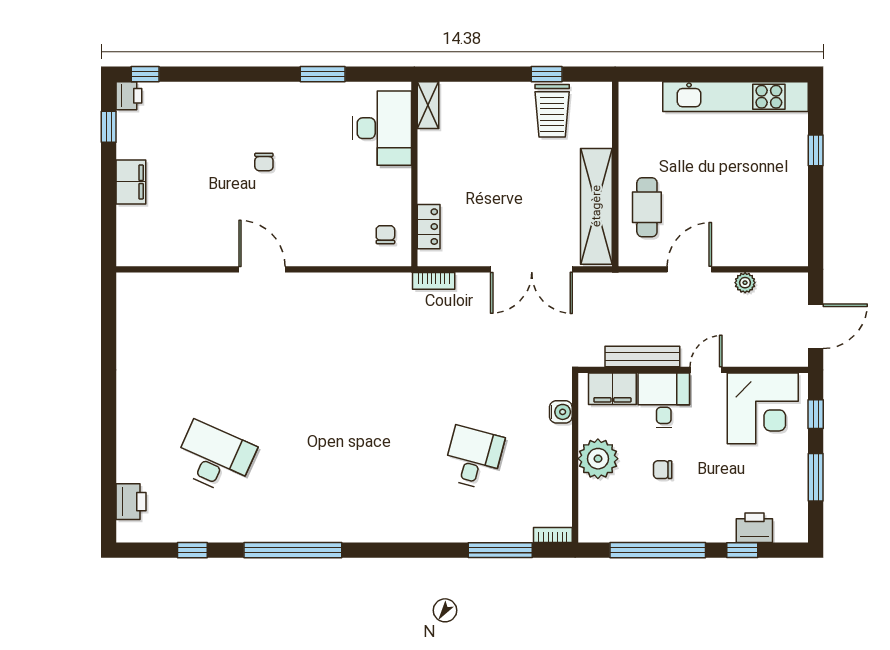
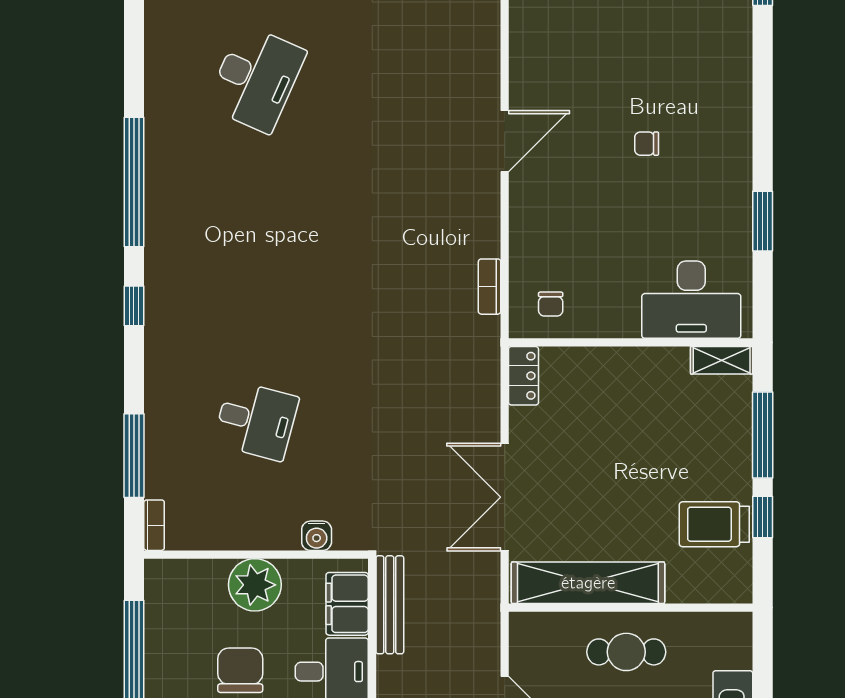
window: (485, 74) -> (763, 435), added
cafe table: (647, 207) -> (626, 652), moved
locker: (429, 227) -> (523, 376), moved, turned -90
chair: (385, 235) -> (551, 304), turned 90
bookcase: (434, 281) -> (490, 287), moved
bench: (642, 356) -> (390, 605), moved
chair: (663, 470) -> (240, 670), width x1.87, depth x1.87
window: (192, 550) -> (134, 306), moved

